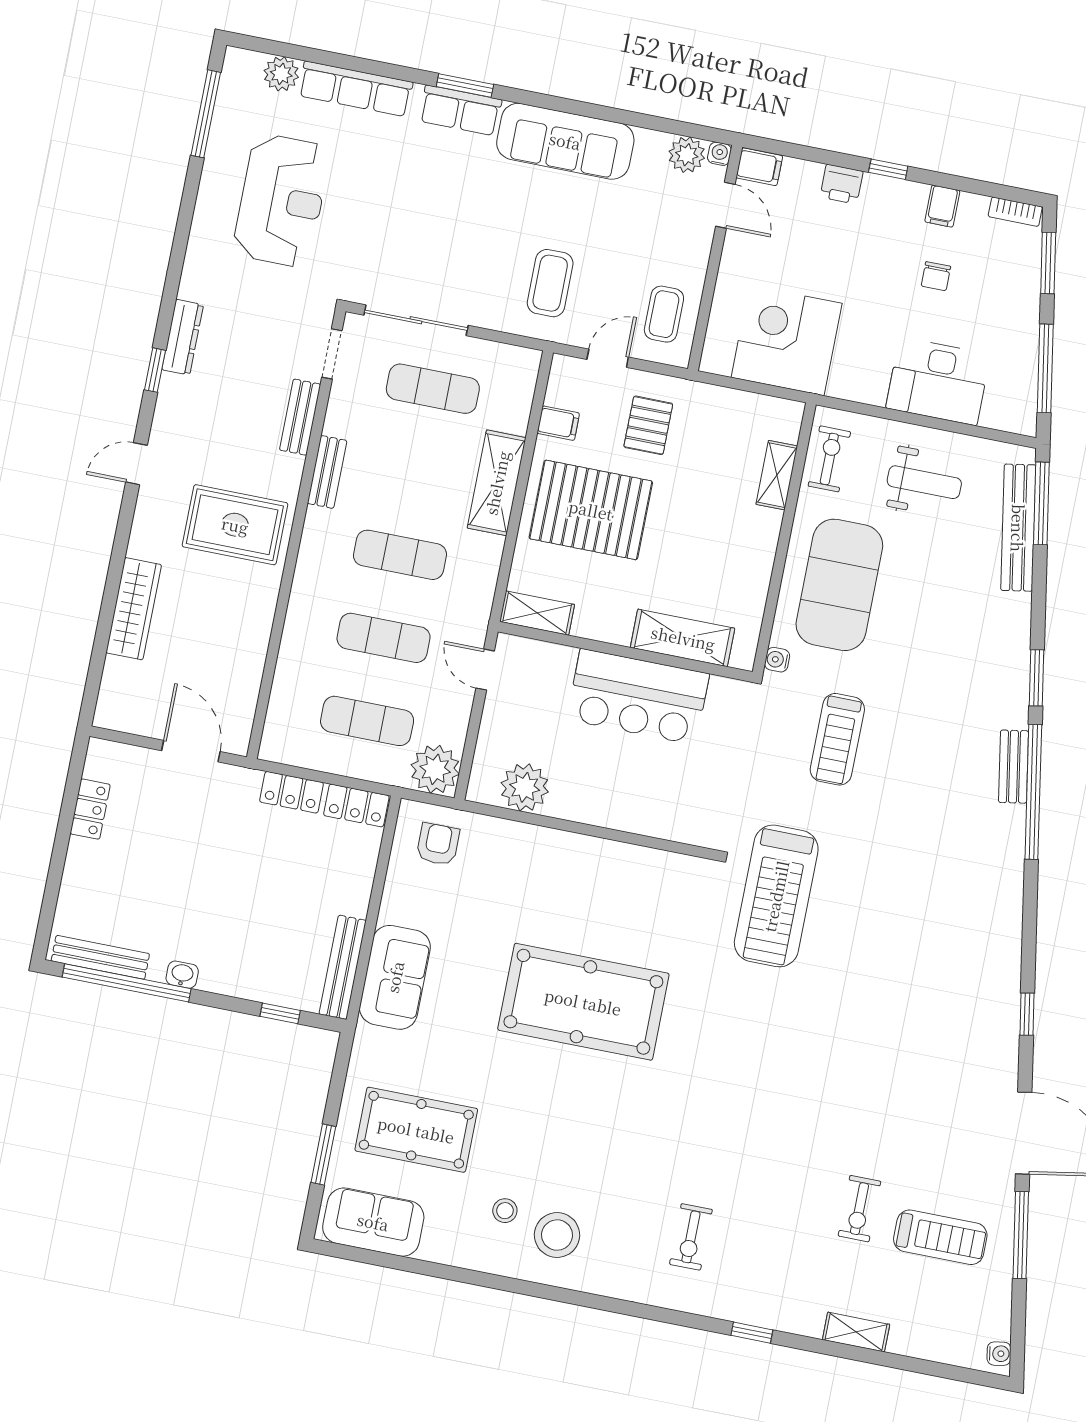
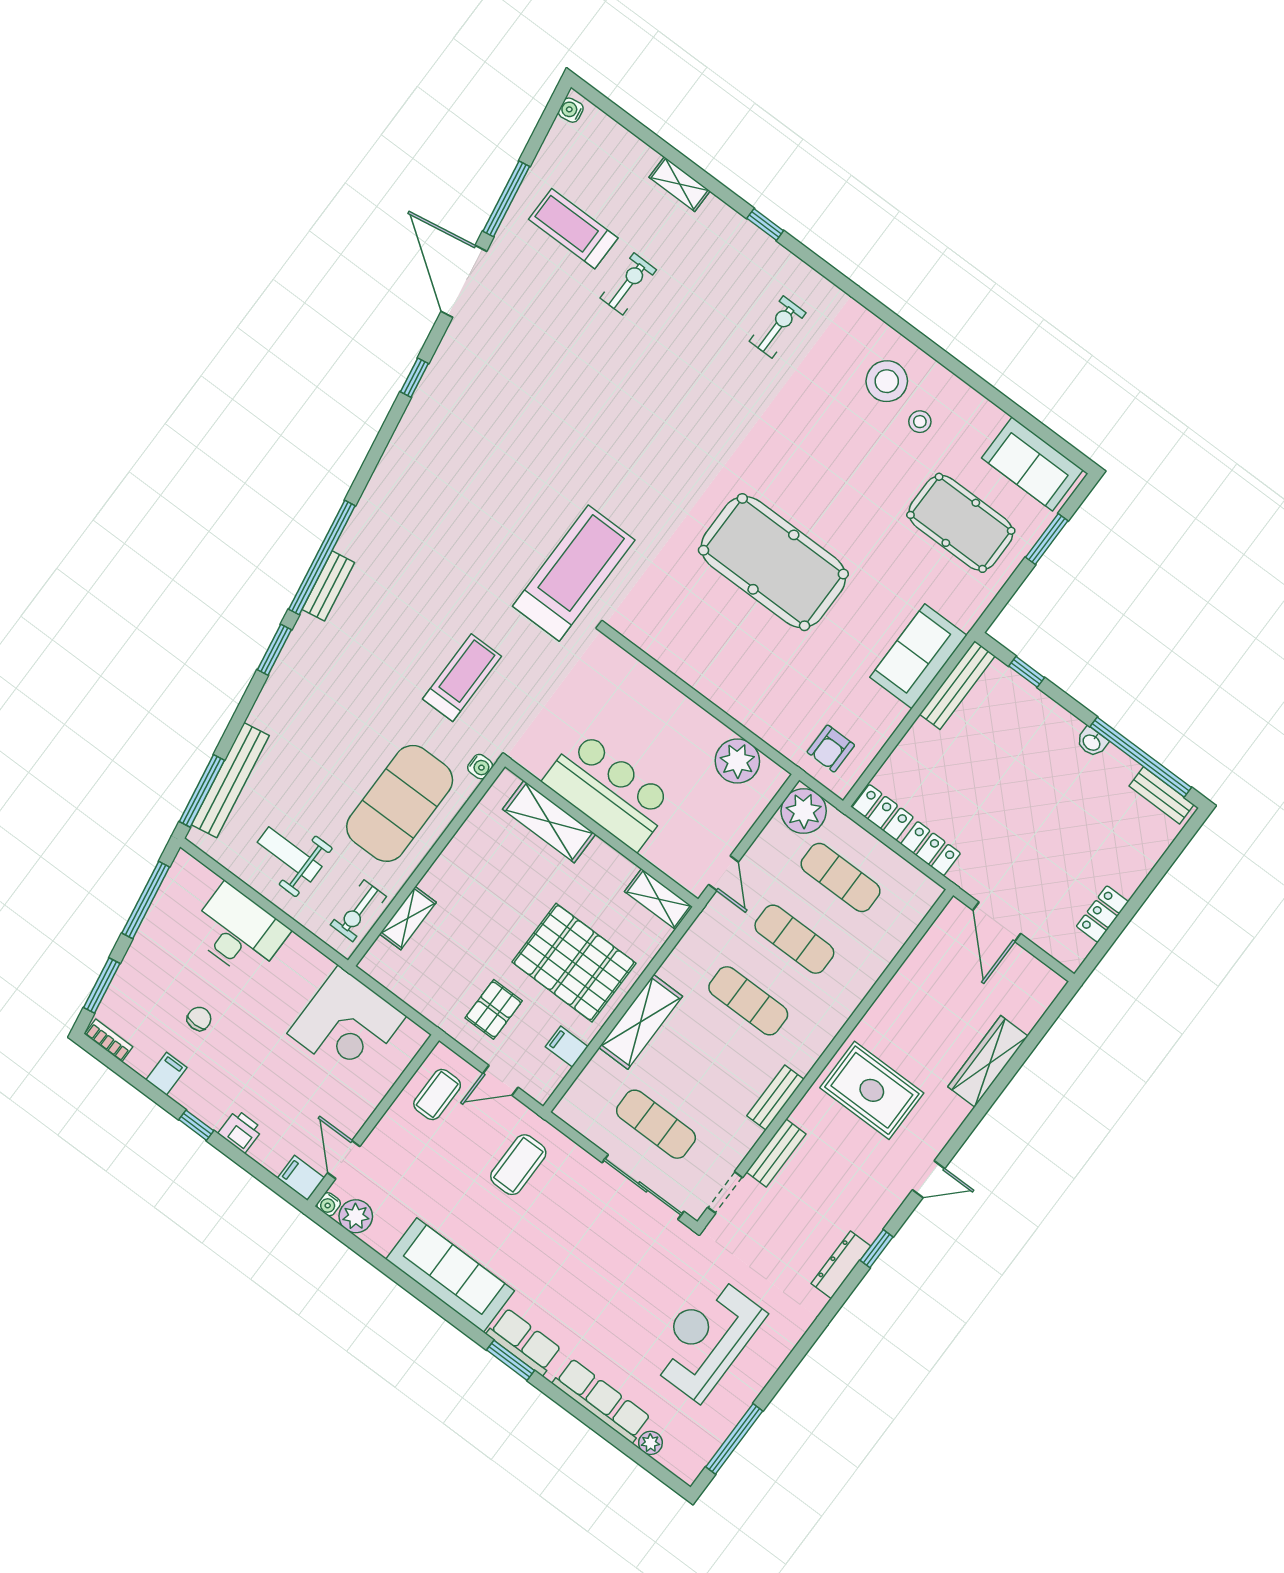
plant: (281, 74) -> (650, 1443), width x0.73, depth x0.73
bench: (100, 957) -> (1161, 795), width x0.73

